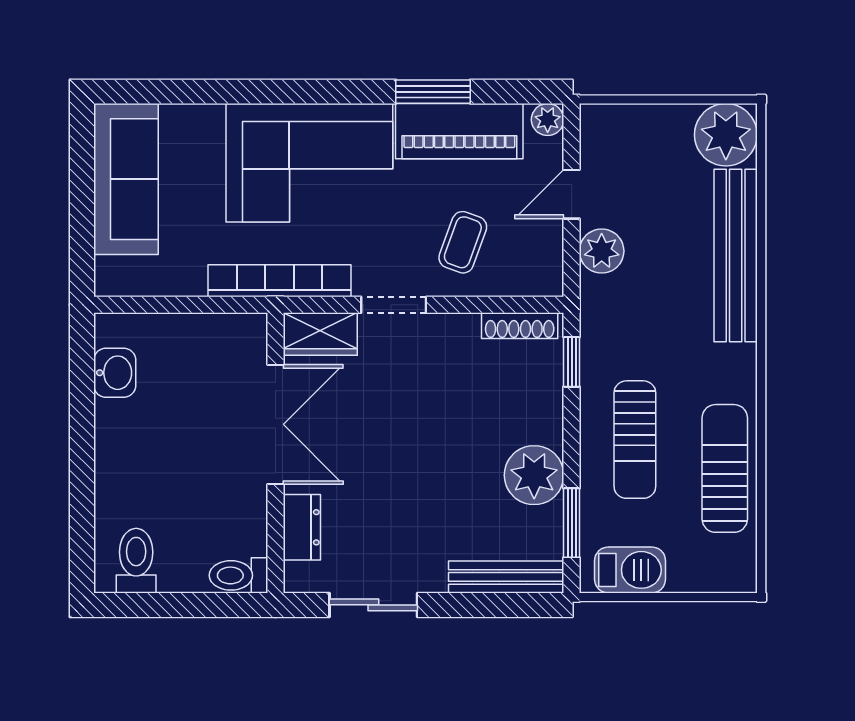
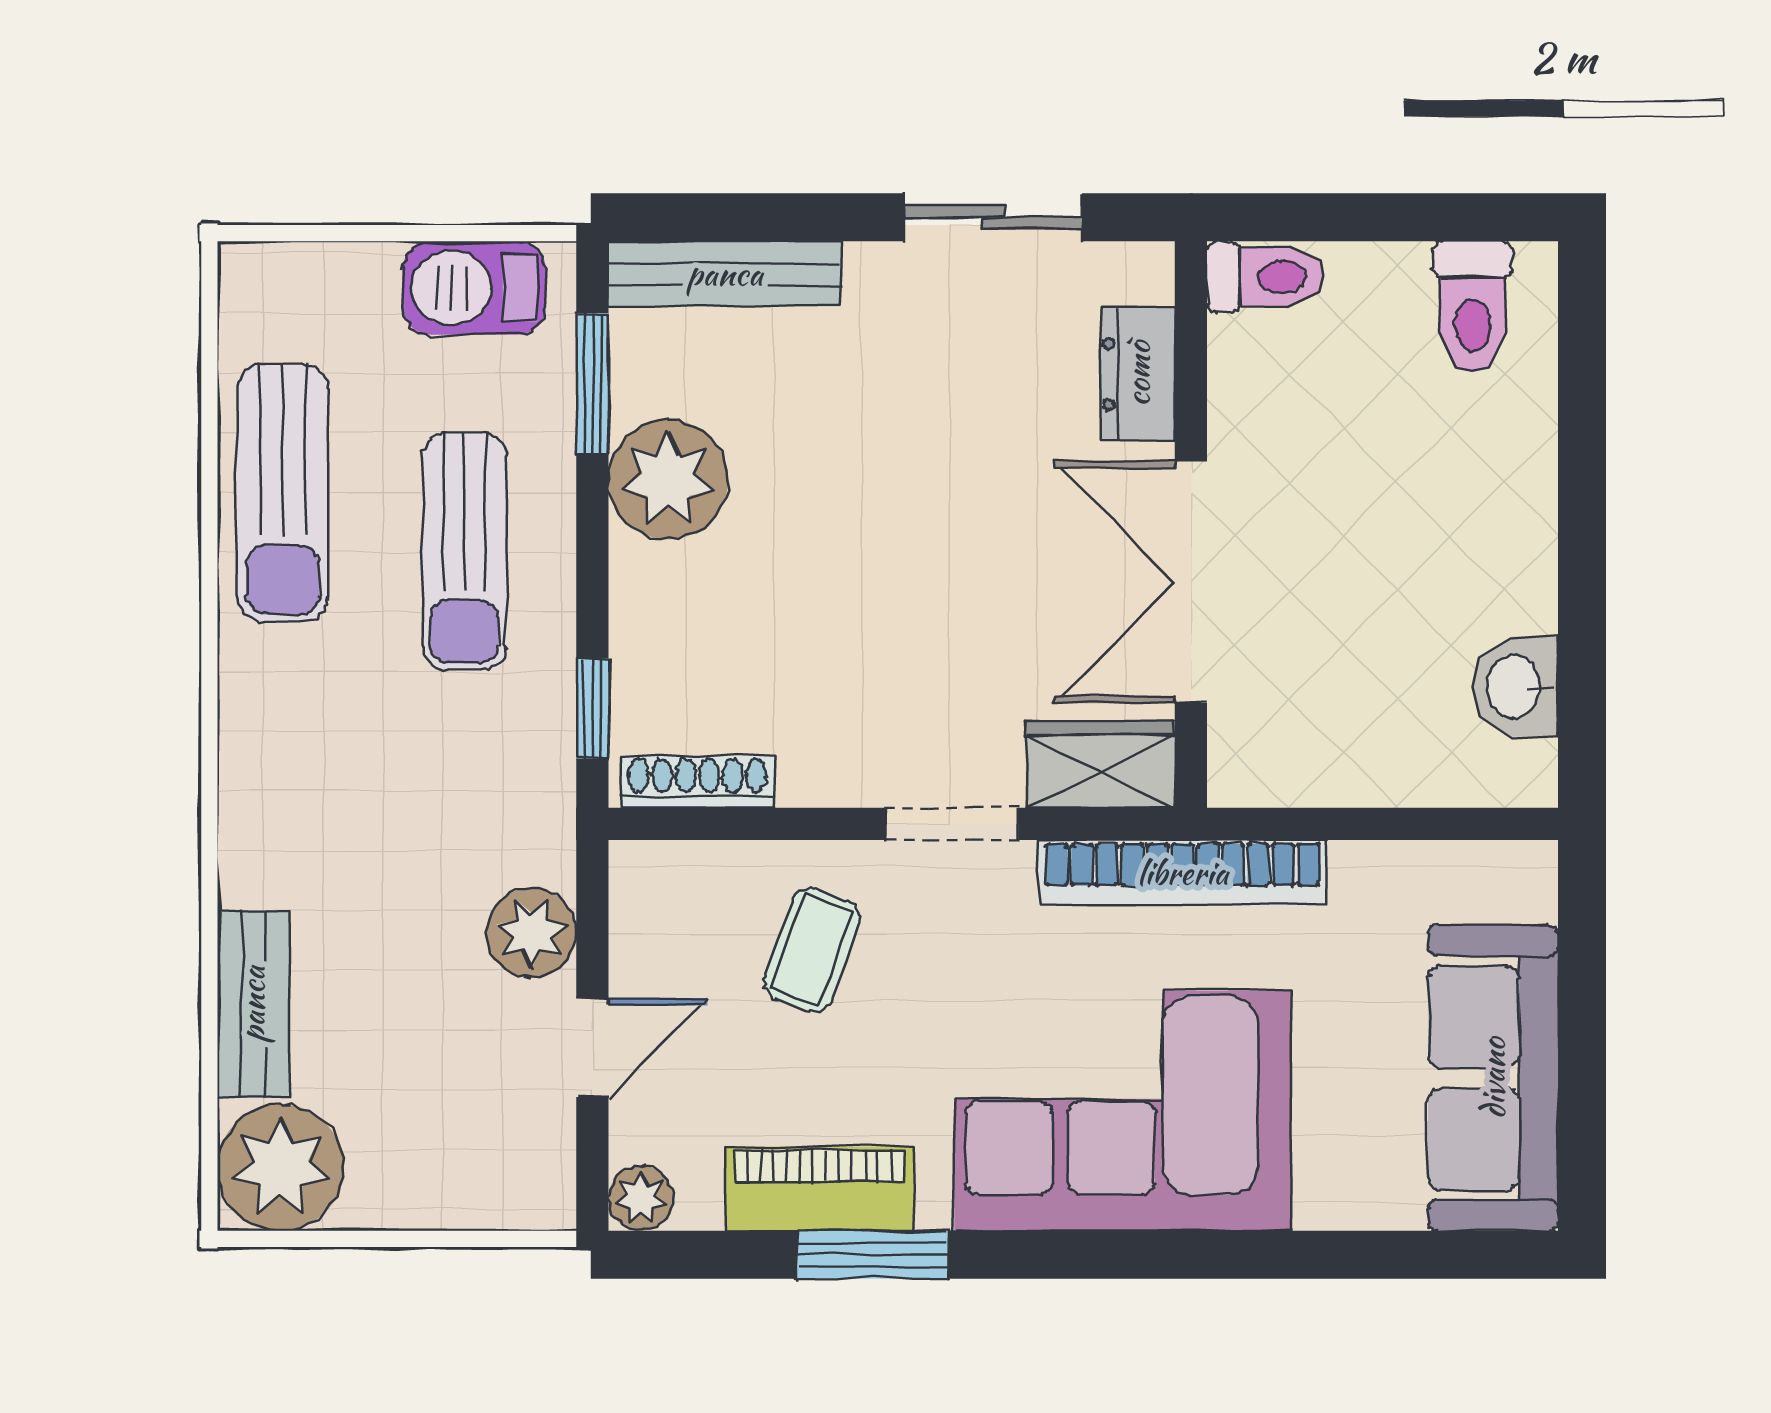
piano: (459, 131) -> (819, 1189), width x0.73, depth x0.75
bench: (736, 256) -> (253, 1004), width x0.54, depth x0.82
sun lounger: (635, 440) -> (464, 551), turned 180

